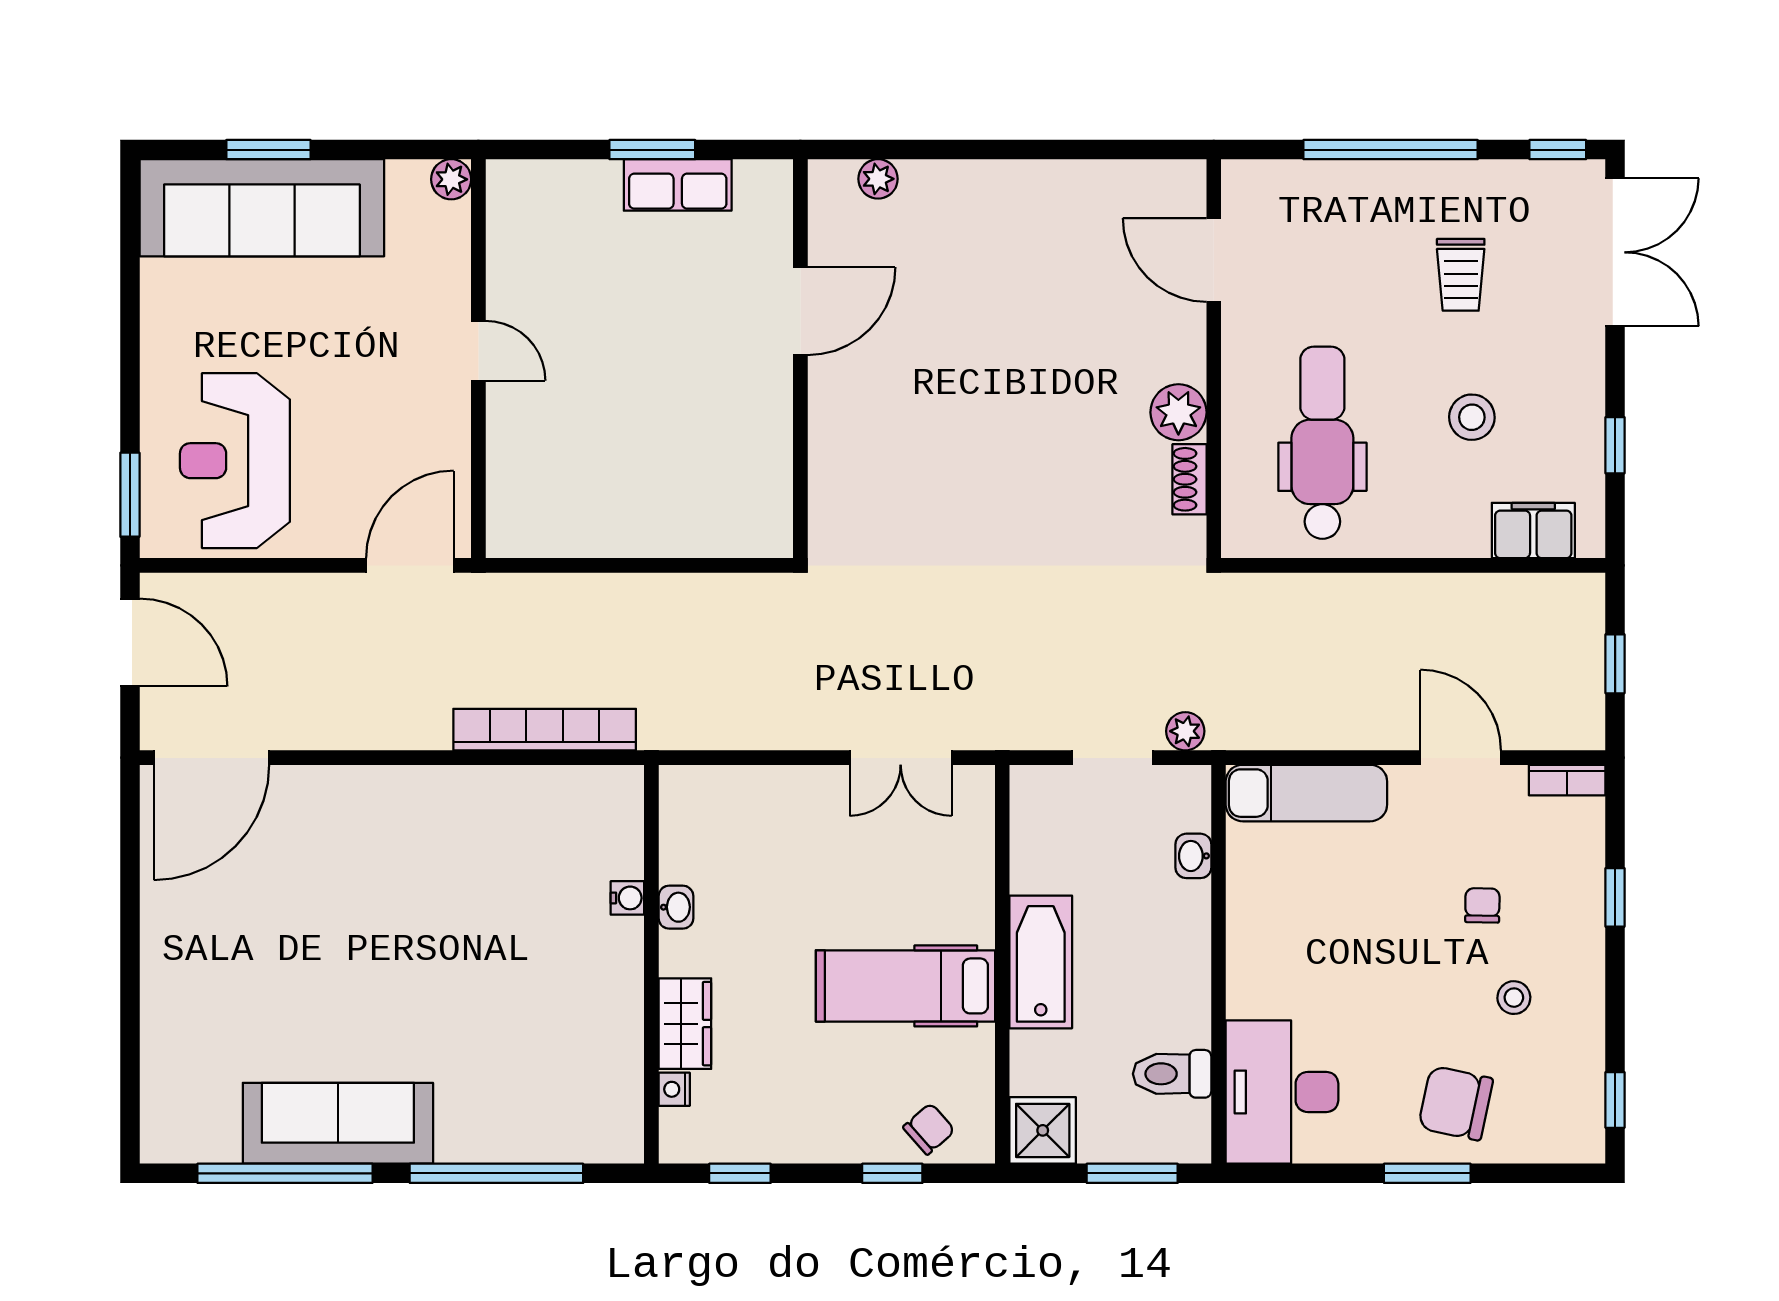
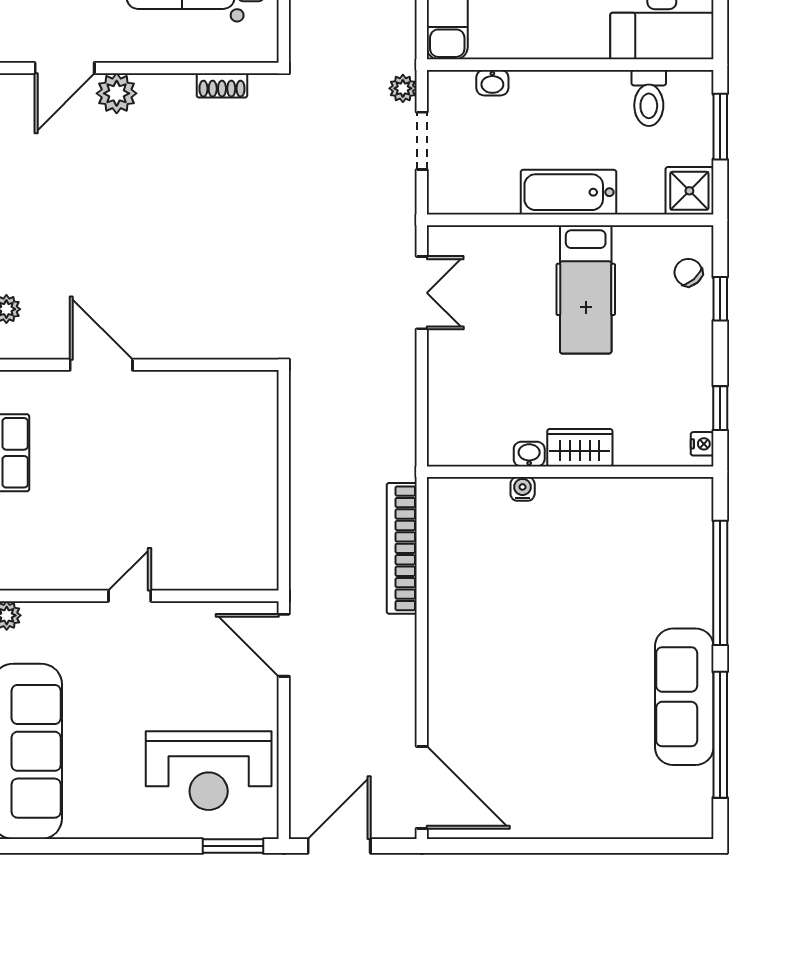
plant: (1178, 412) -> (117, 93), moved
wardrobe: (685, 1024) -> (580, 448), moved
nightstand: (674, 1089) -> (702, 444), moved, turned -90

